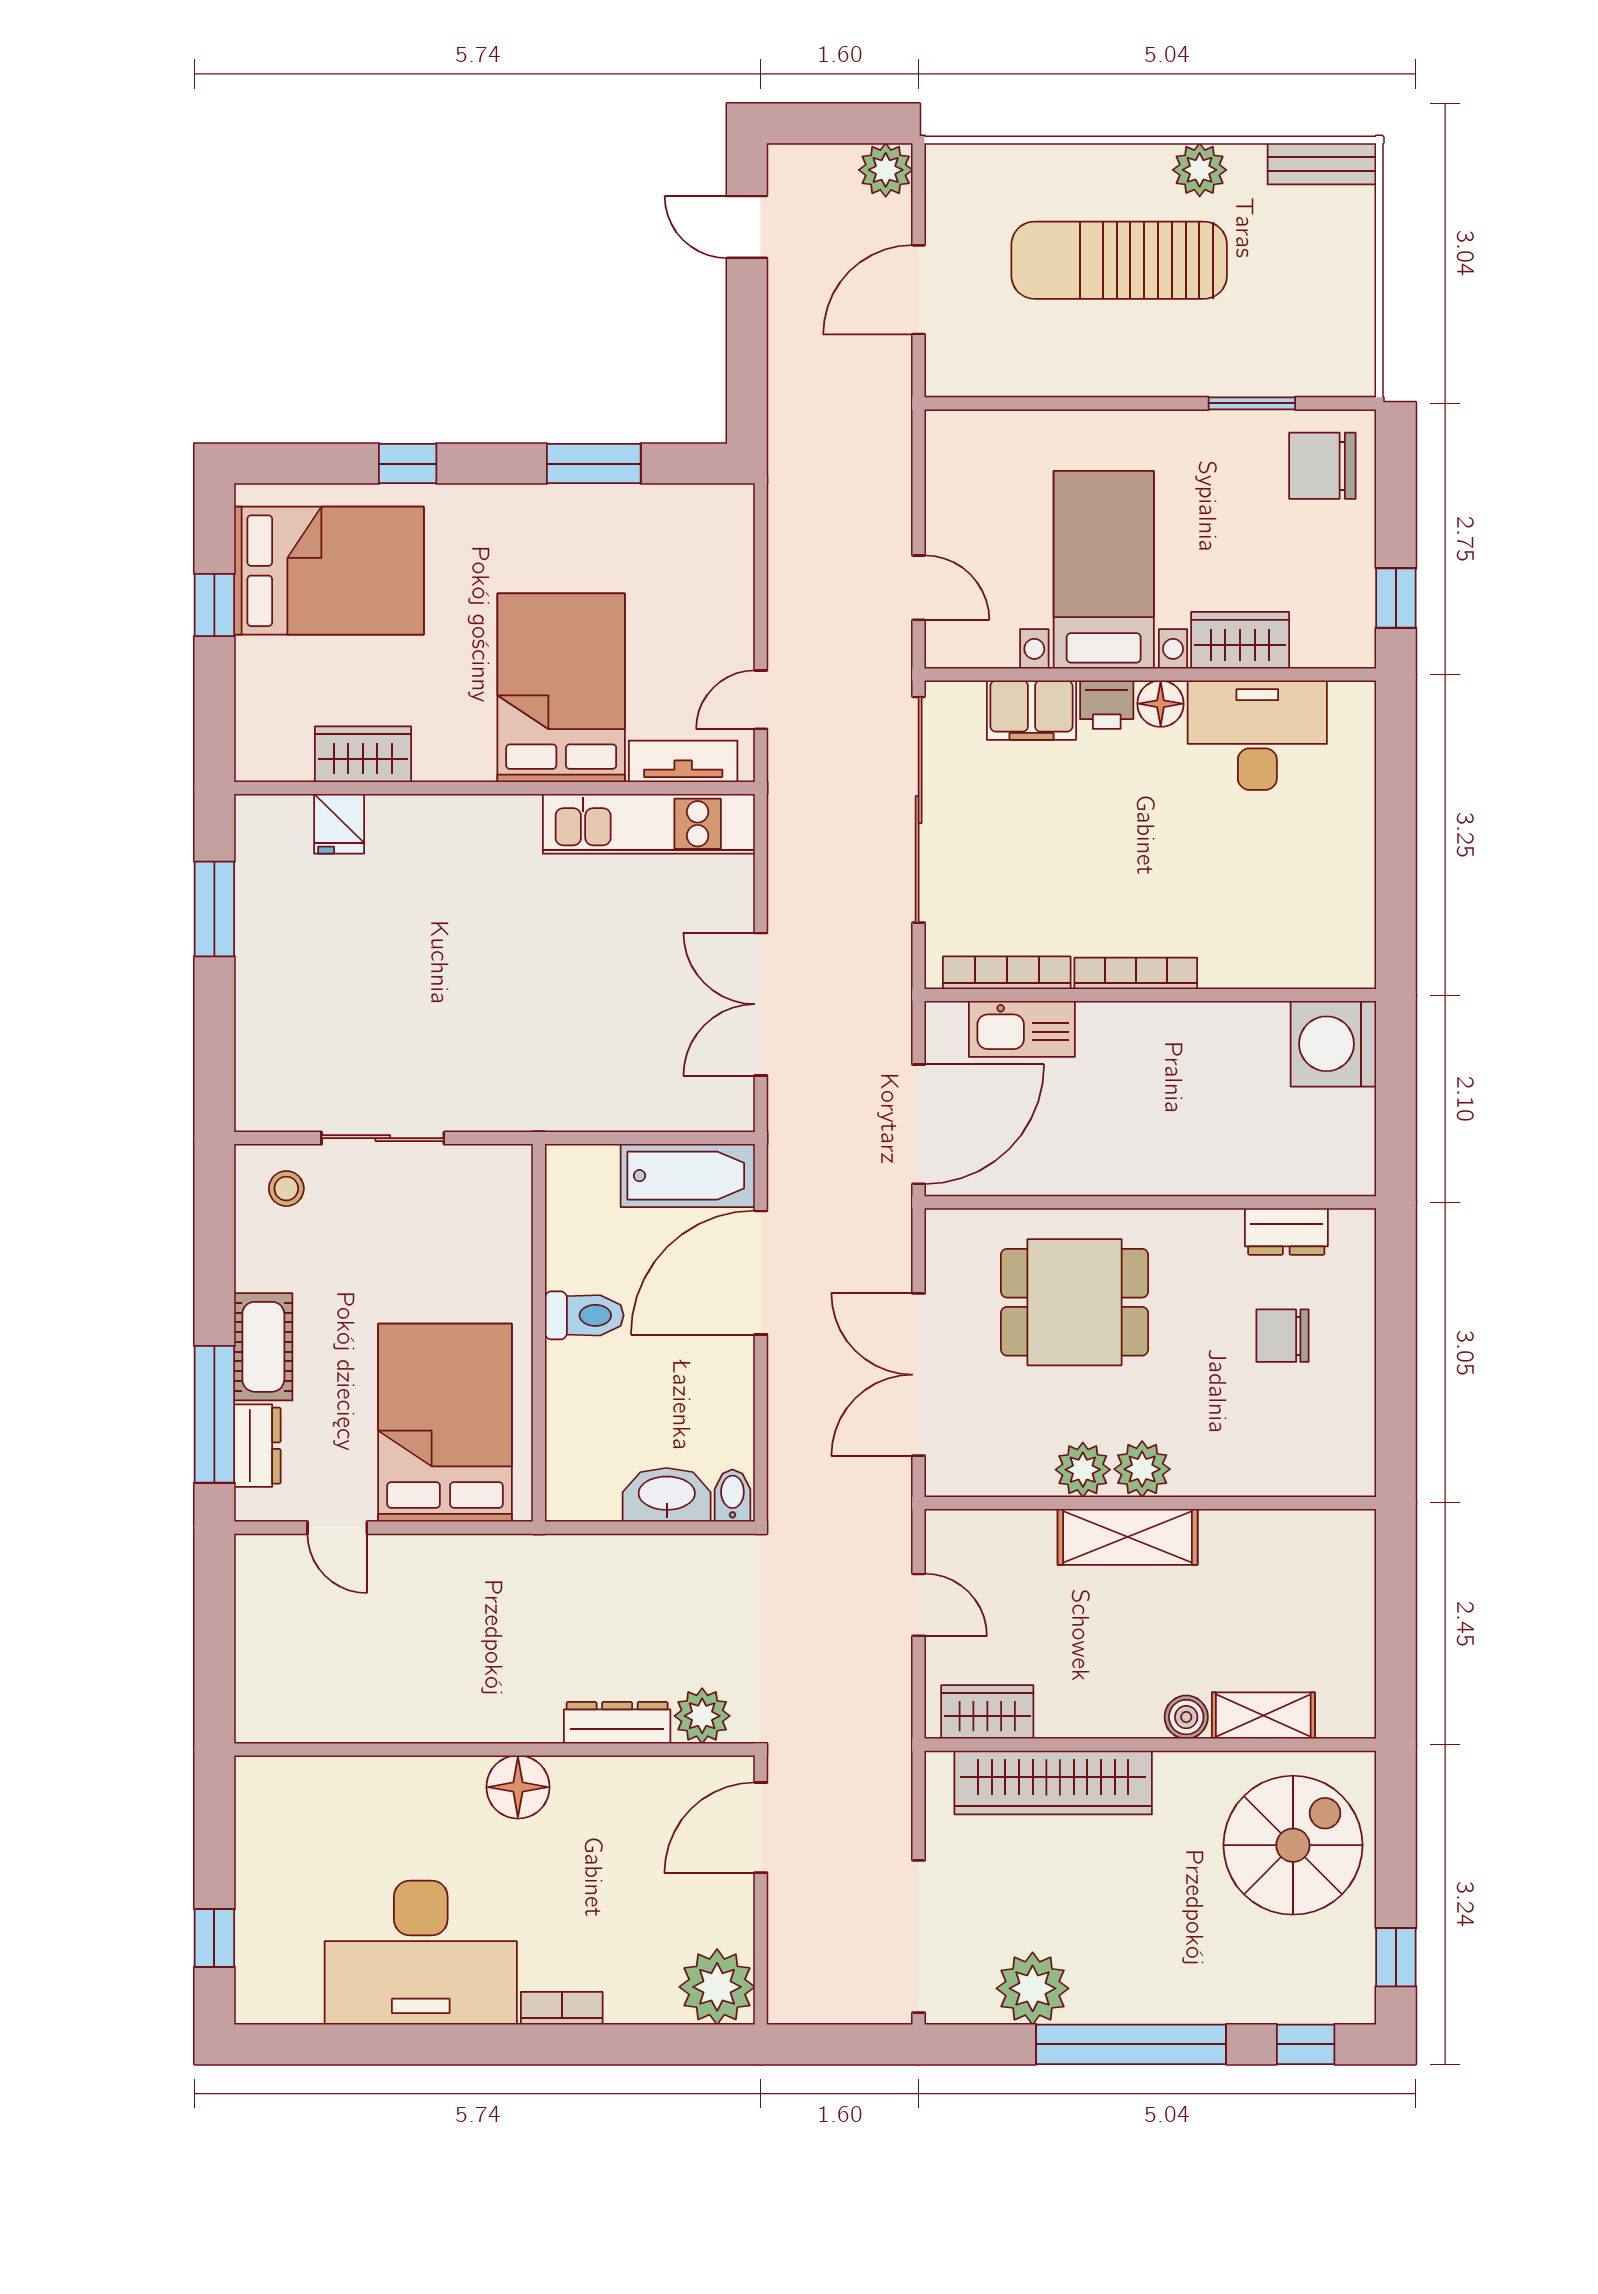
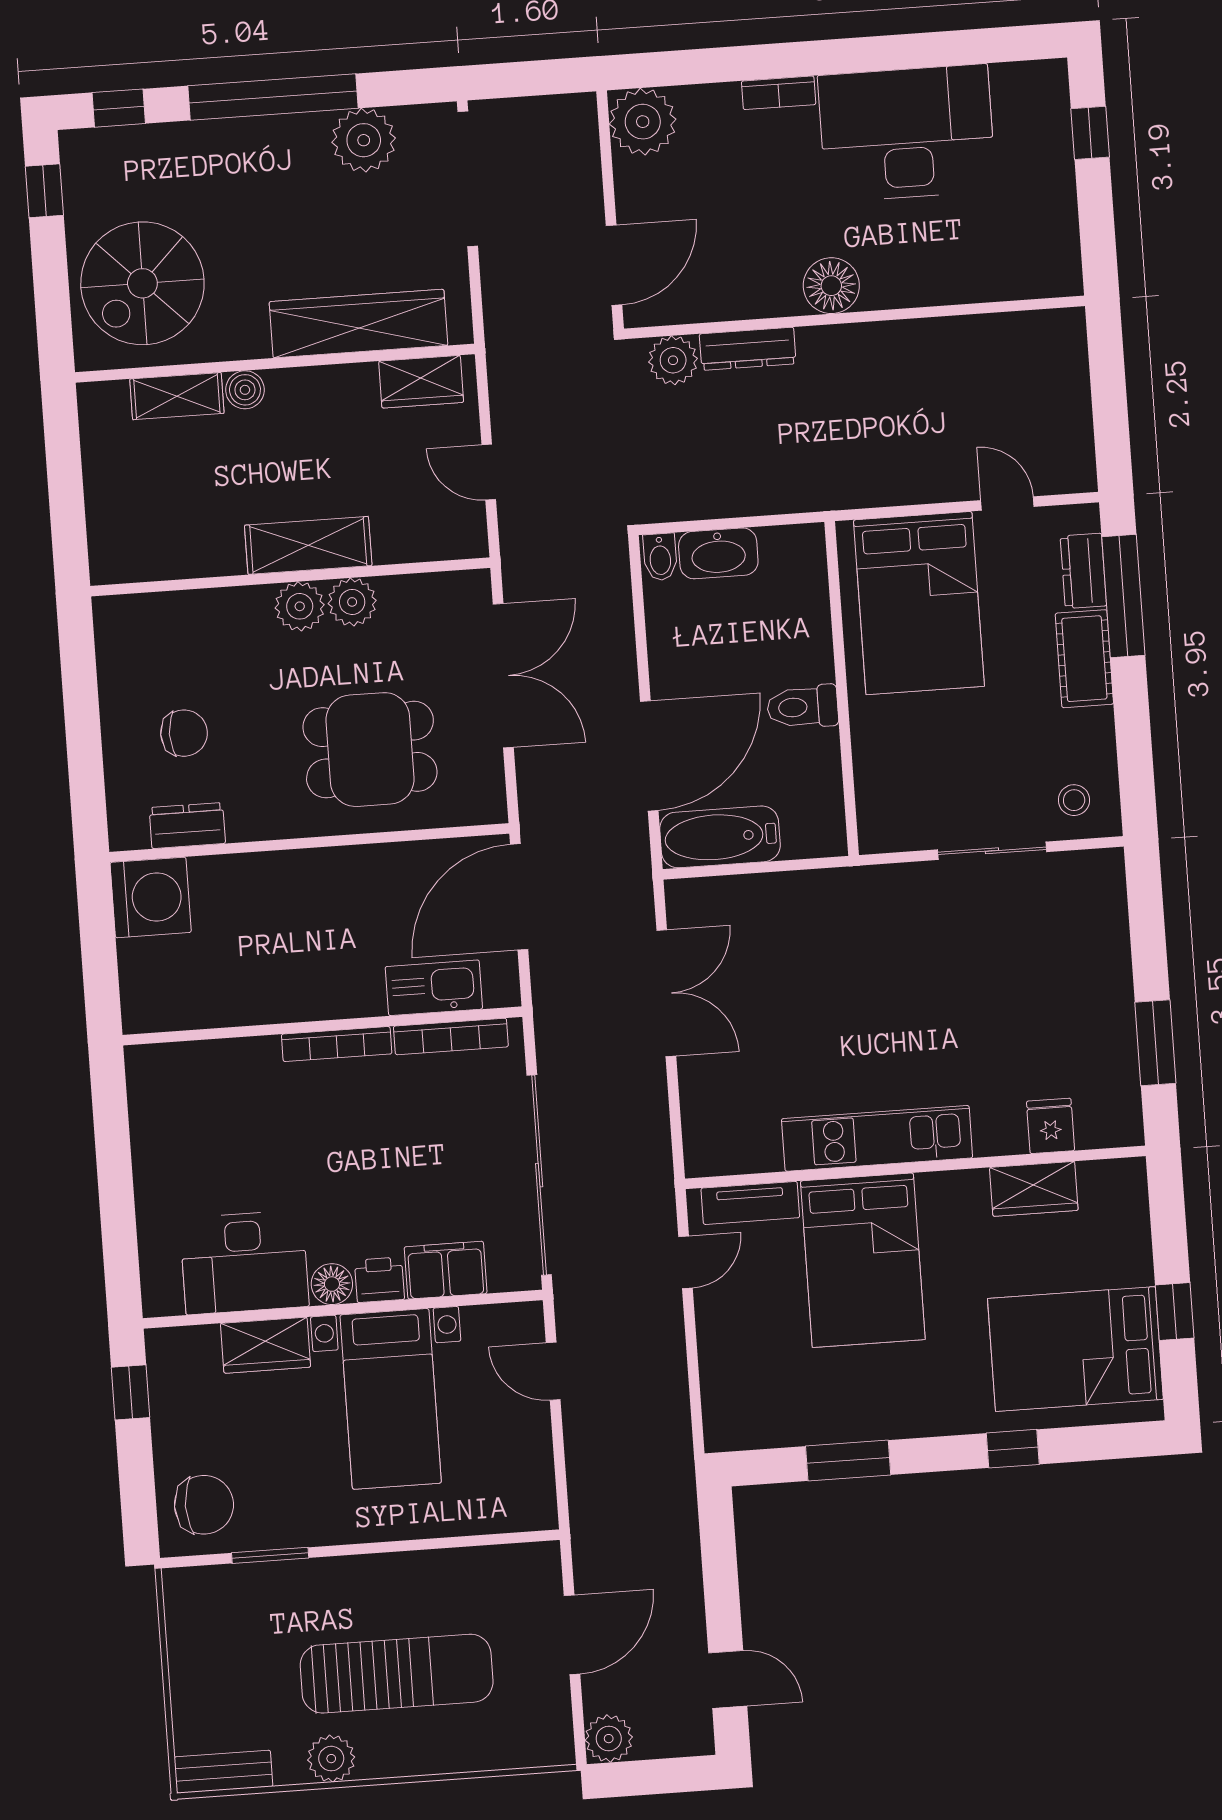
kitchen unit: (649, 824) -> (877, 1138), moved
washing machine: (1333, 1044) -> (151, 897), moved

